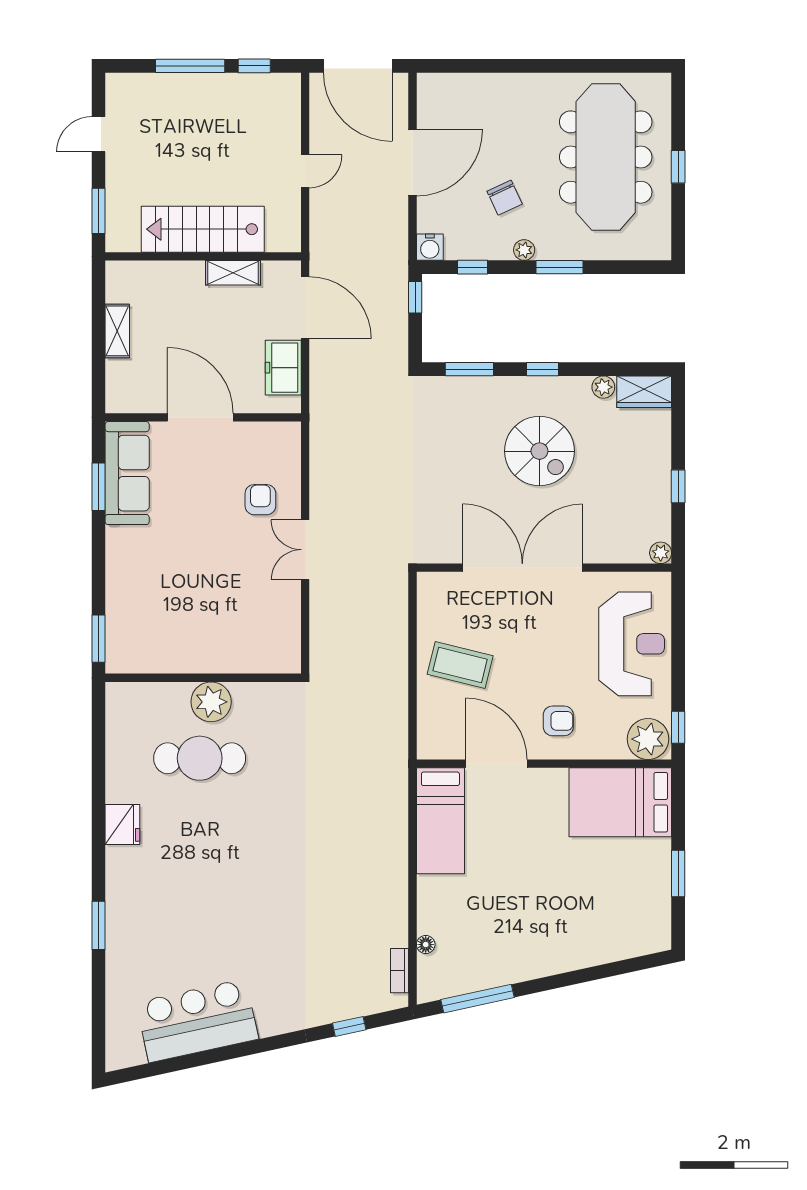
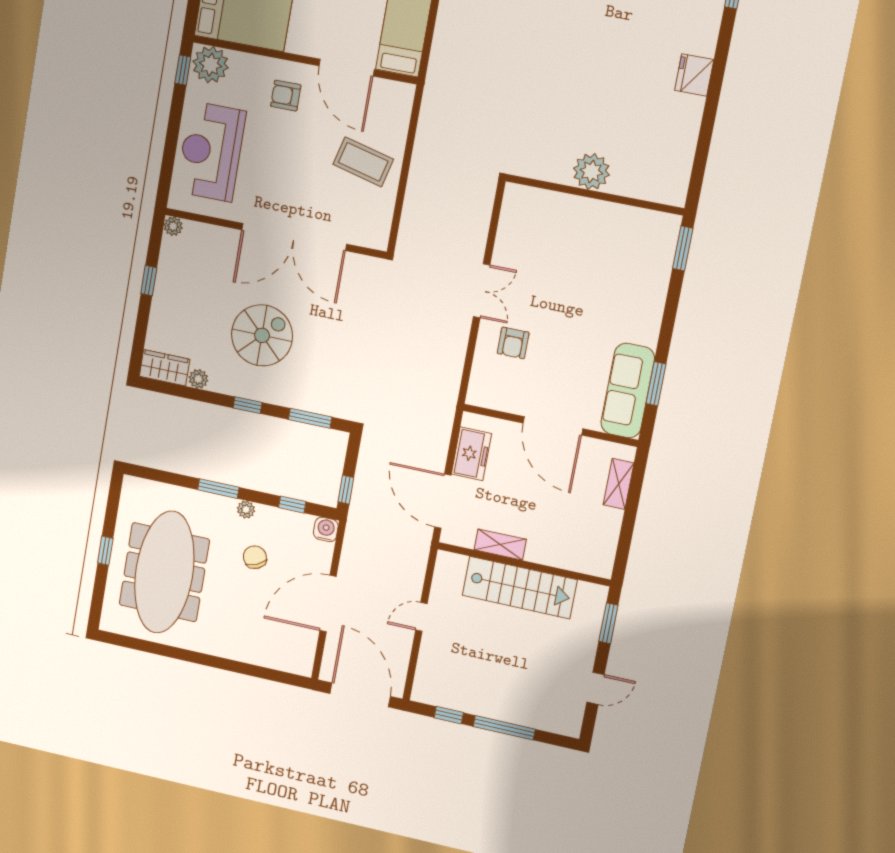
shelving: (117, 331) -> (619, 484), moved
spiral stairs: (539, 451) -> (262, 335), turned 90
cafe table: (200, 758) -> (612, 122), removed

